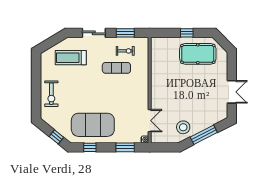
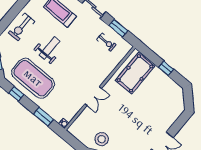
pool table: (198, 54) -> (135, 73), moved, turned 90
exercise mat: (116, 68) -> (89, 49), removed
weight bench: (86, 92) -> (49, 48), added
double door: (150, 121) -> (93, 96), moved

